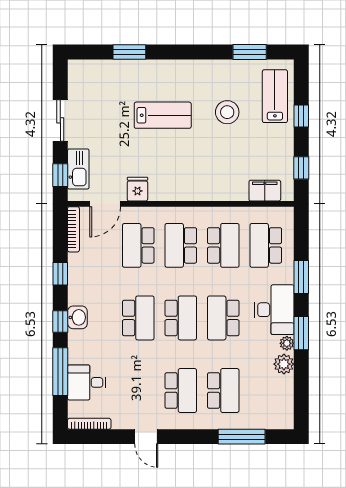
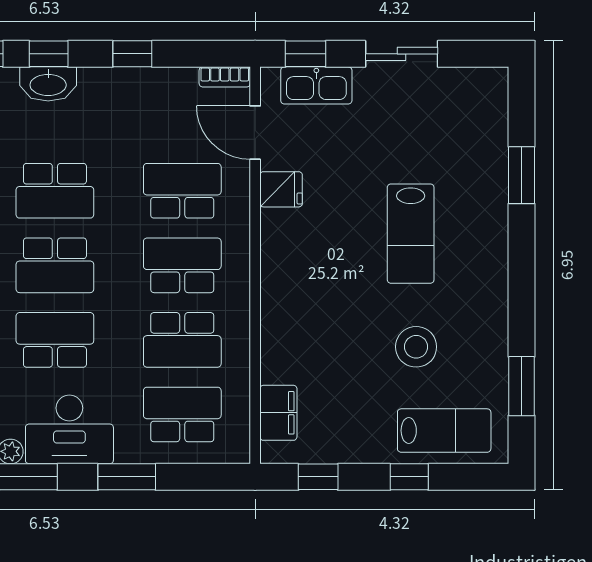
bookcase: (73, 229) -> (225, 77), width x0.64
washbasin: (77, 317) -> (48, 84), width x1.38

